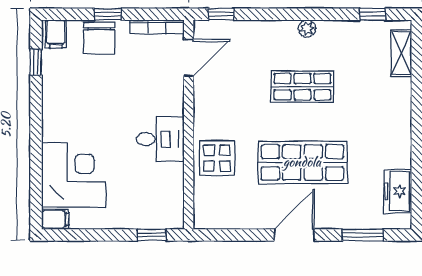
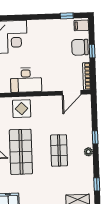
window: (221, 14) -> (95, 137), moved
door: (189, 58) -> (72, 93), hinge flipped
desk: (160, 139) -> (26, 80), width x1.37

